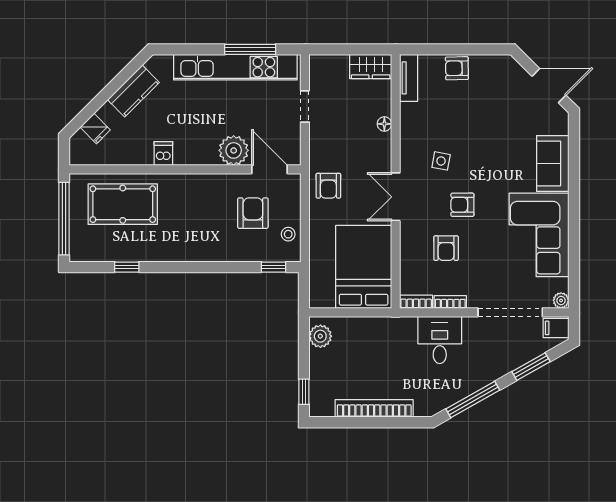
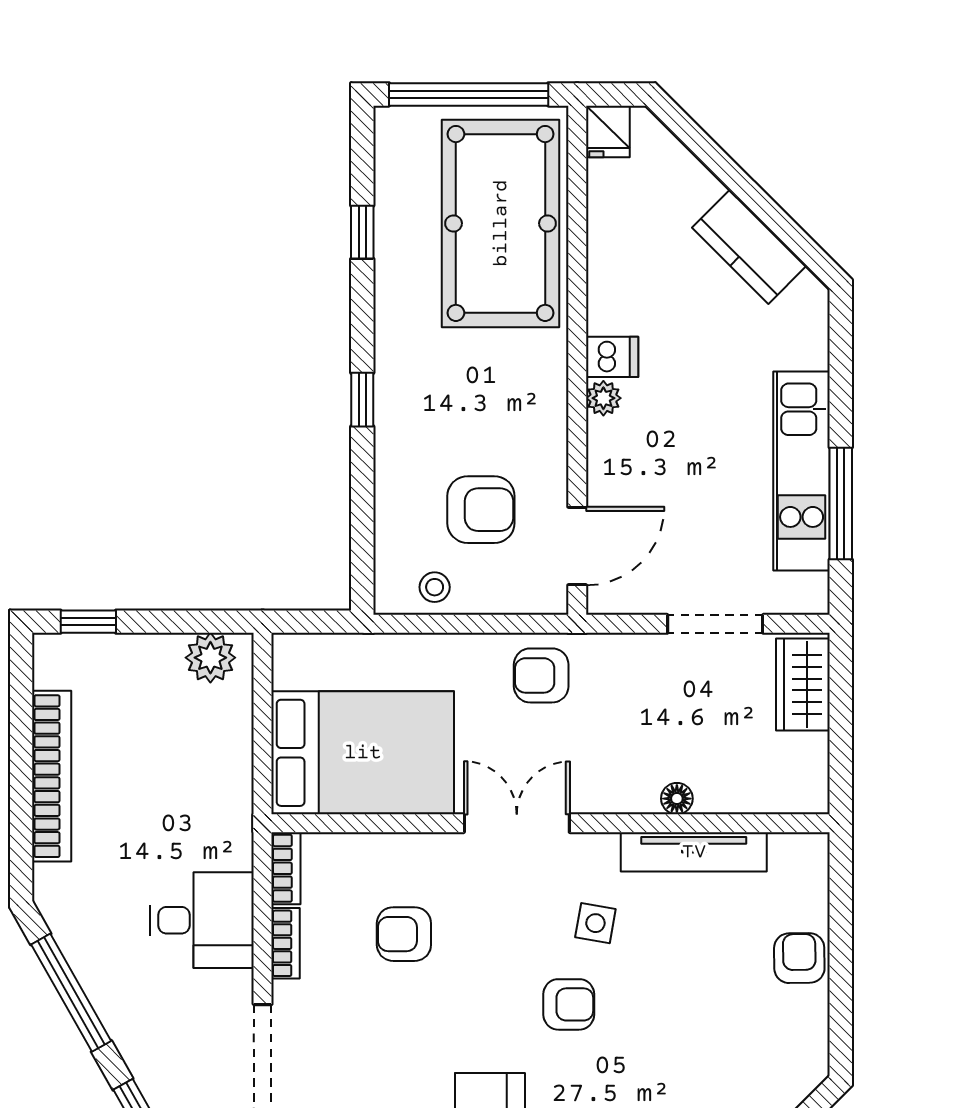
kitchen unit: (235, 67) -> (802, 471), width x0.73
wardrobe: (371, 67) -> (803, 685), moved
tv unit: (409, 78) -> (694, 852), moved, width x1.41
doorway: (305, 106) -> (715, 624), width x1.38
fridge: (95, 129) -> (608, 131), moved, turned -45
plant: (234, 150) -> (603, 398), moved, width x0.53, depth x0.53
dishwasher: (163, 153) -> (612, 357), moved
pool table: (123, 204) -> (501, 223), width x1.36, depth x1.32
armchair: (462, 205) -> (569, 1004), moved, turned 90
window: (274, 267) -> (362, 400), moved

